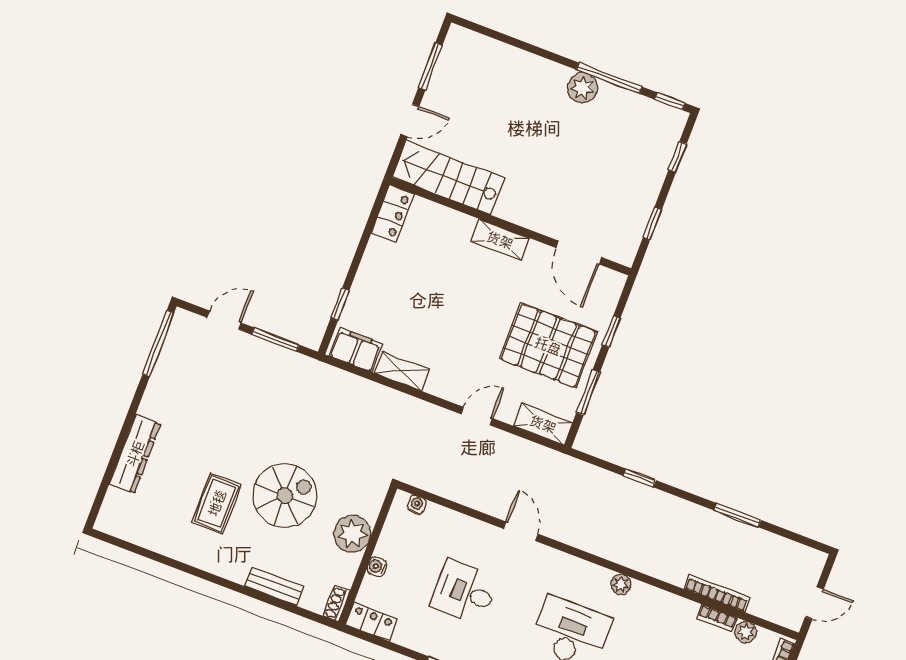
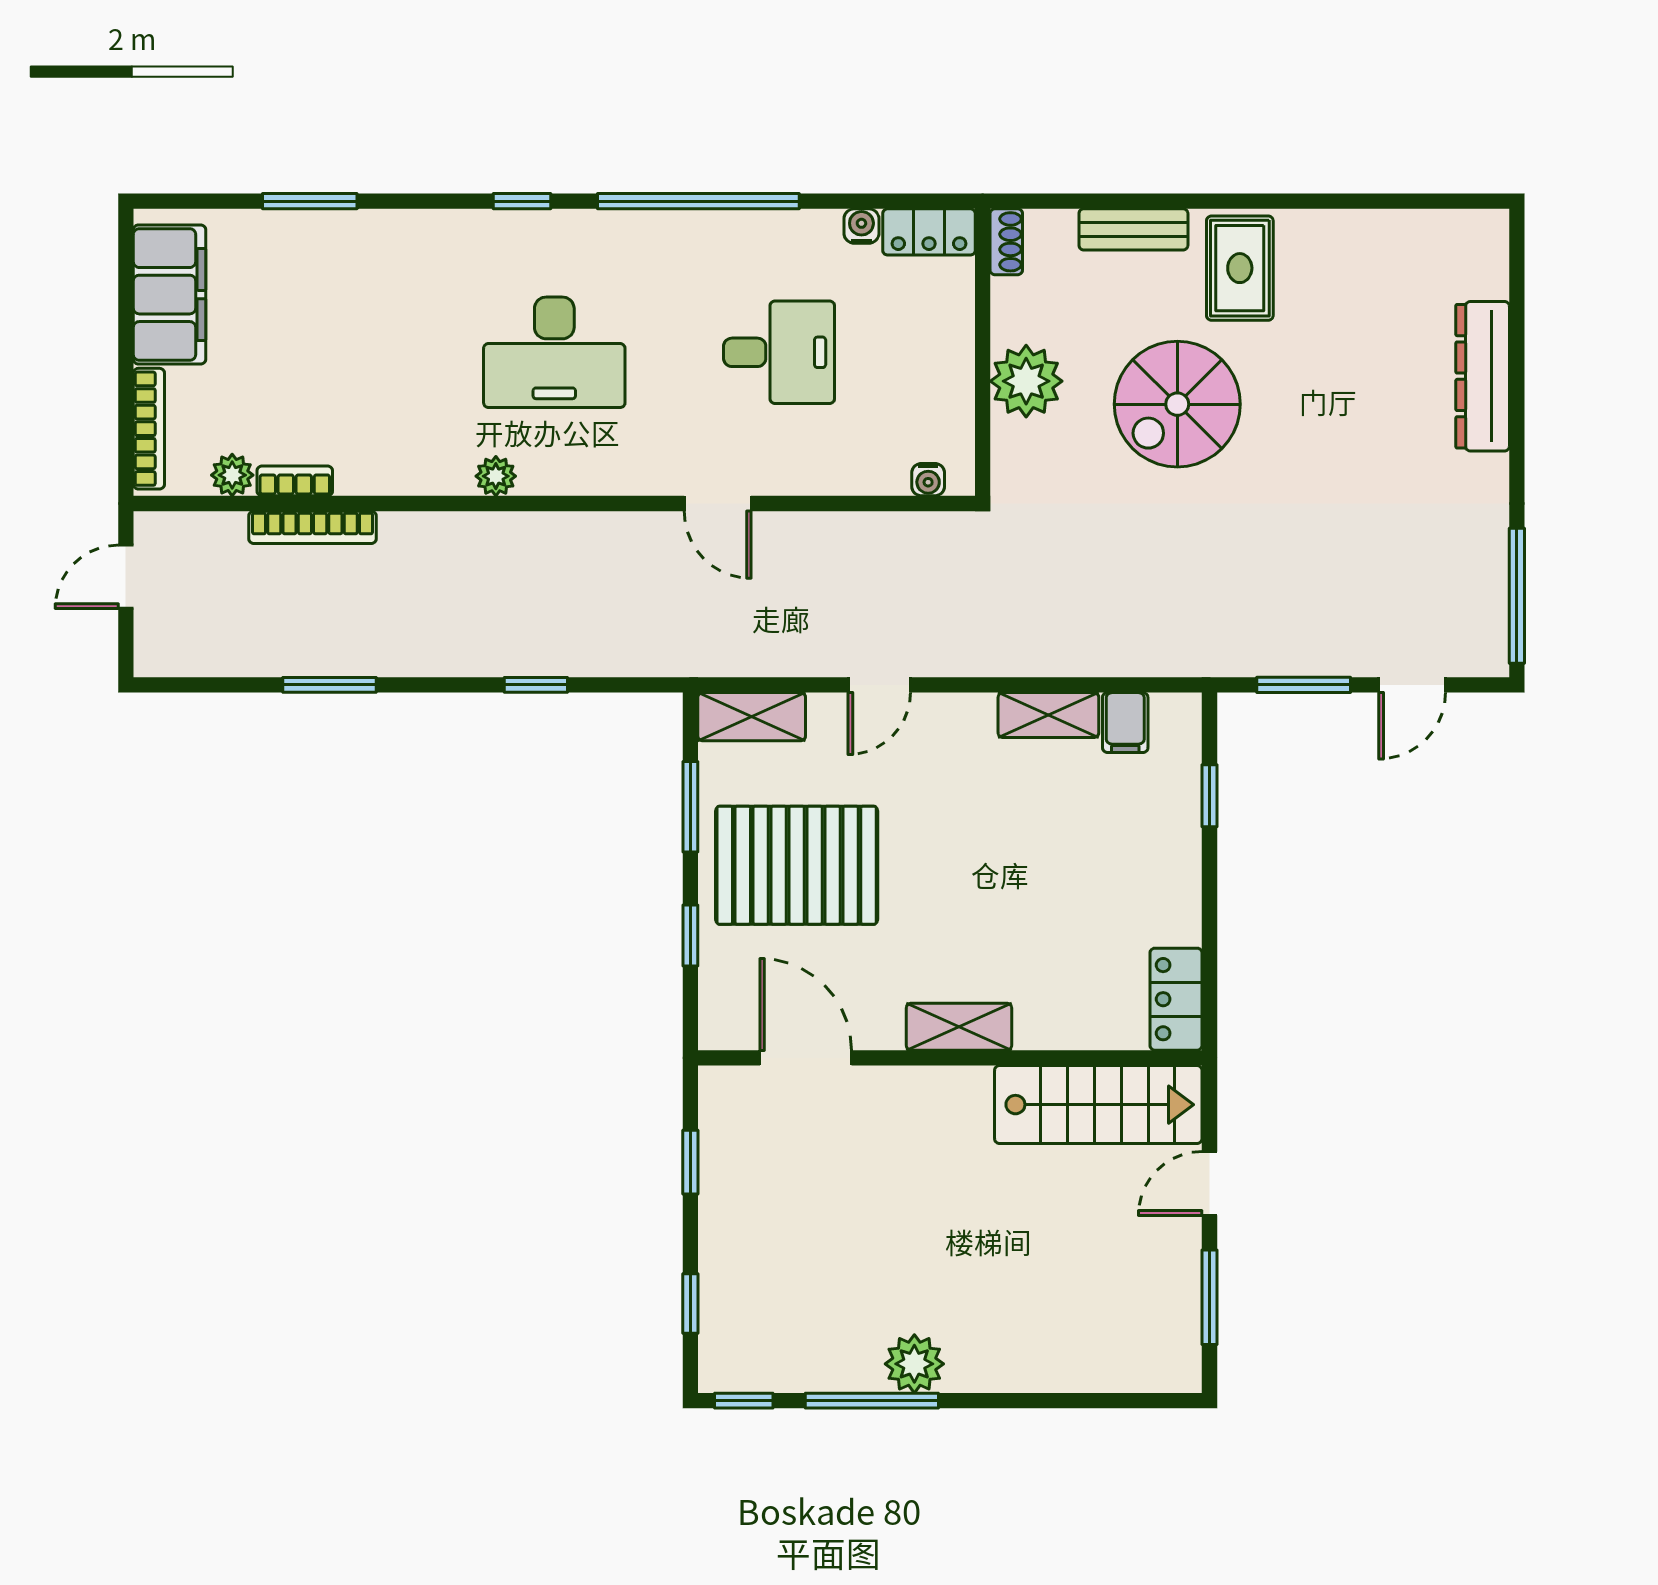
filing cabinet: (356, 350) -> (1125, 723), width x0.50
rug: (217, 503) -> (1240, 268), moved
water cooler: (377, 567) -> (861, 226), moved, turned -90

